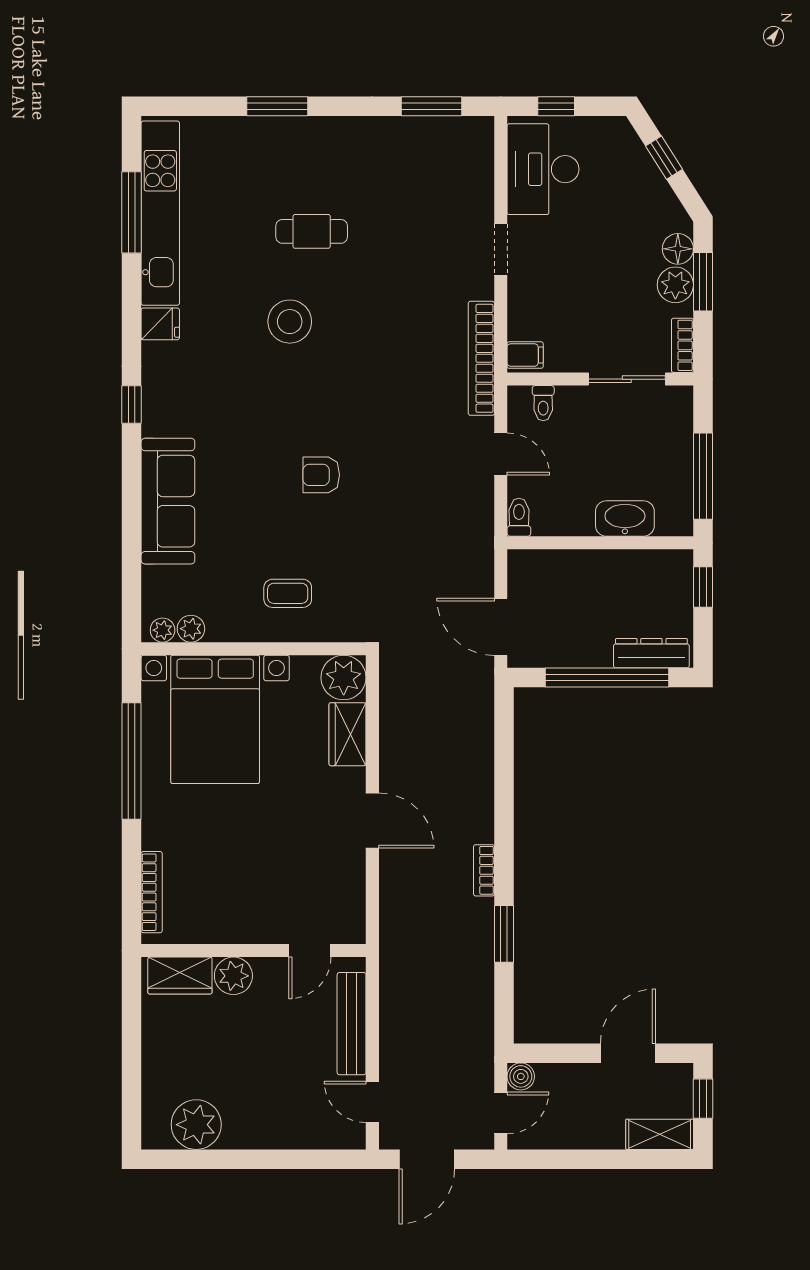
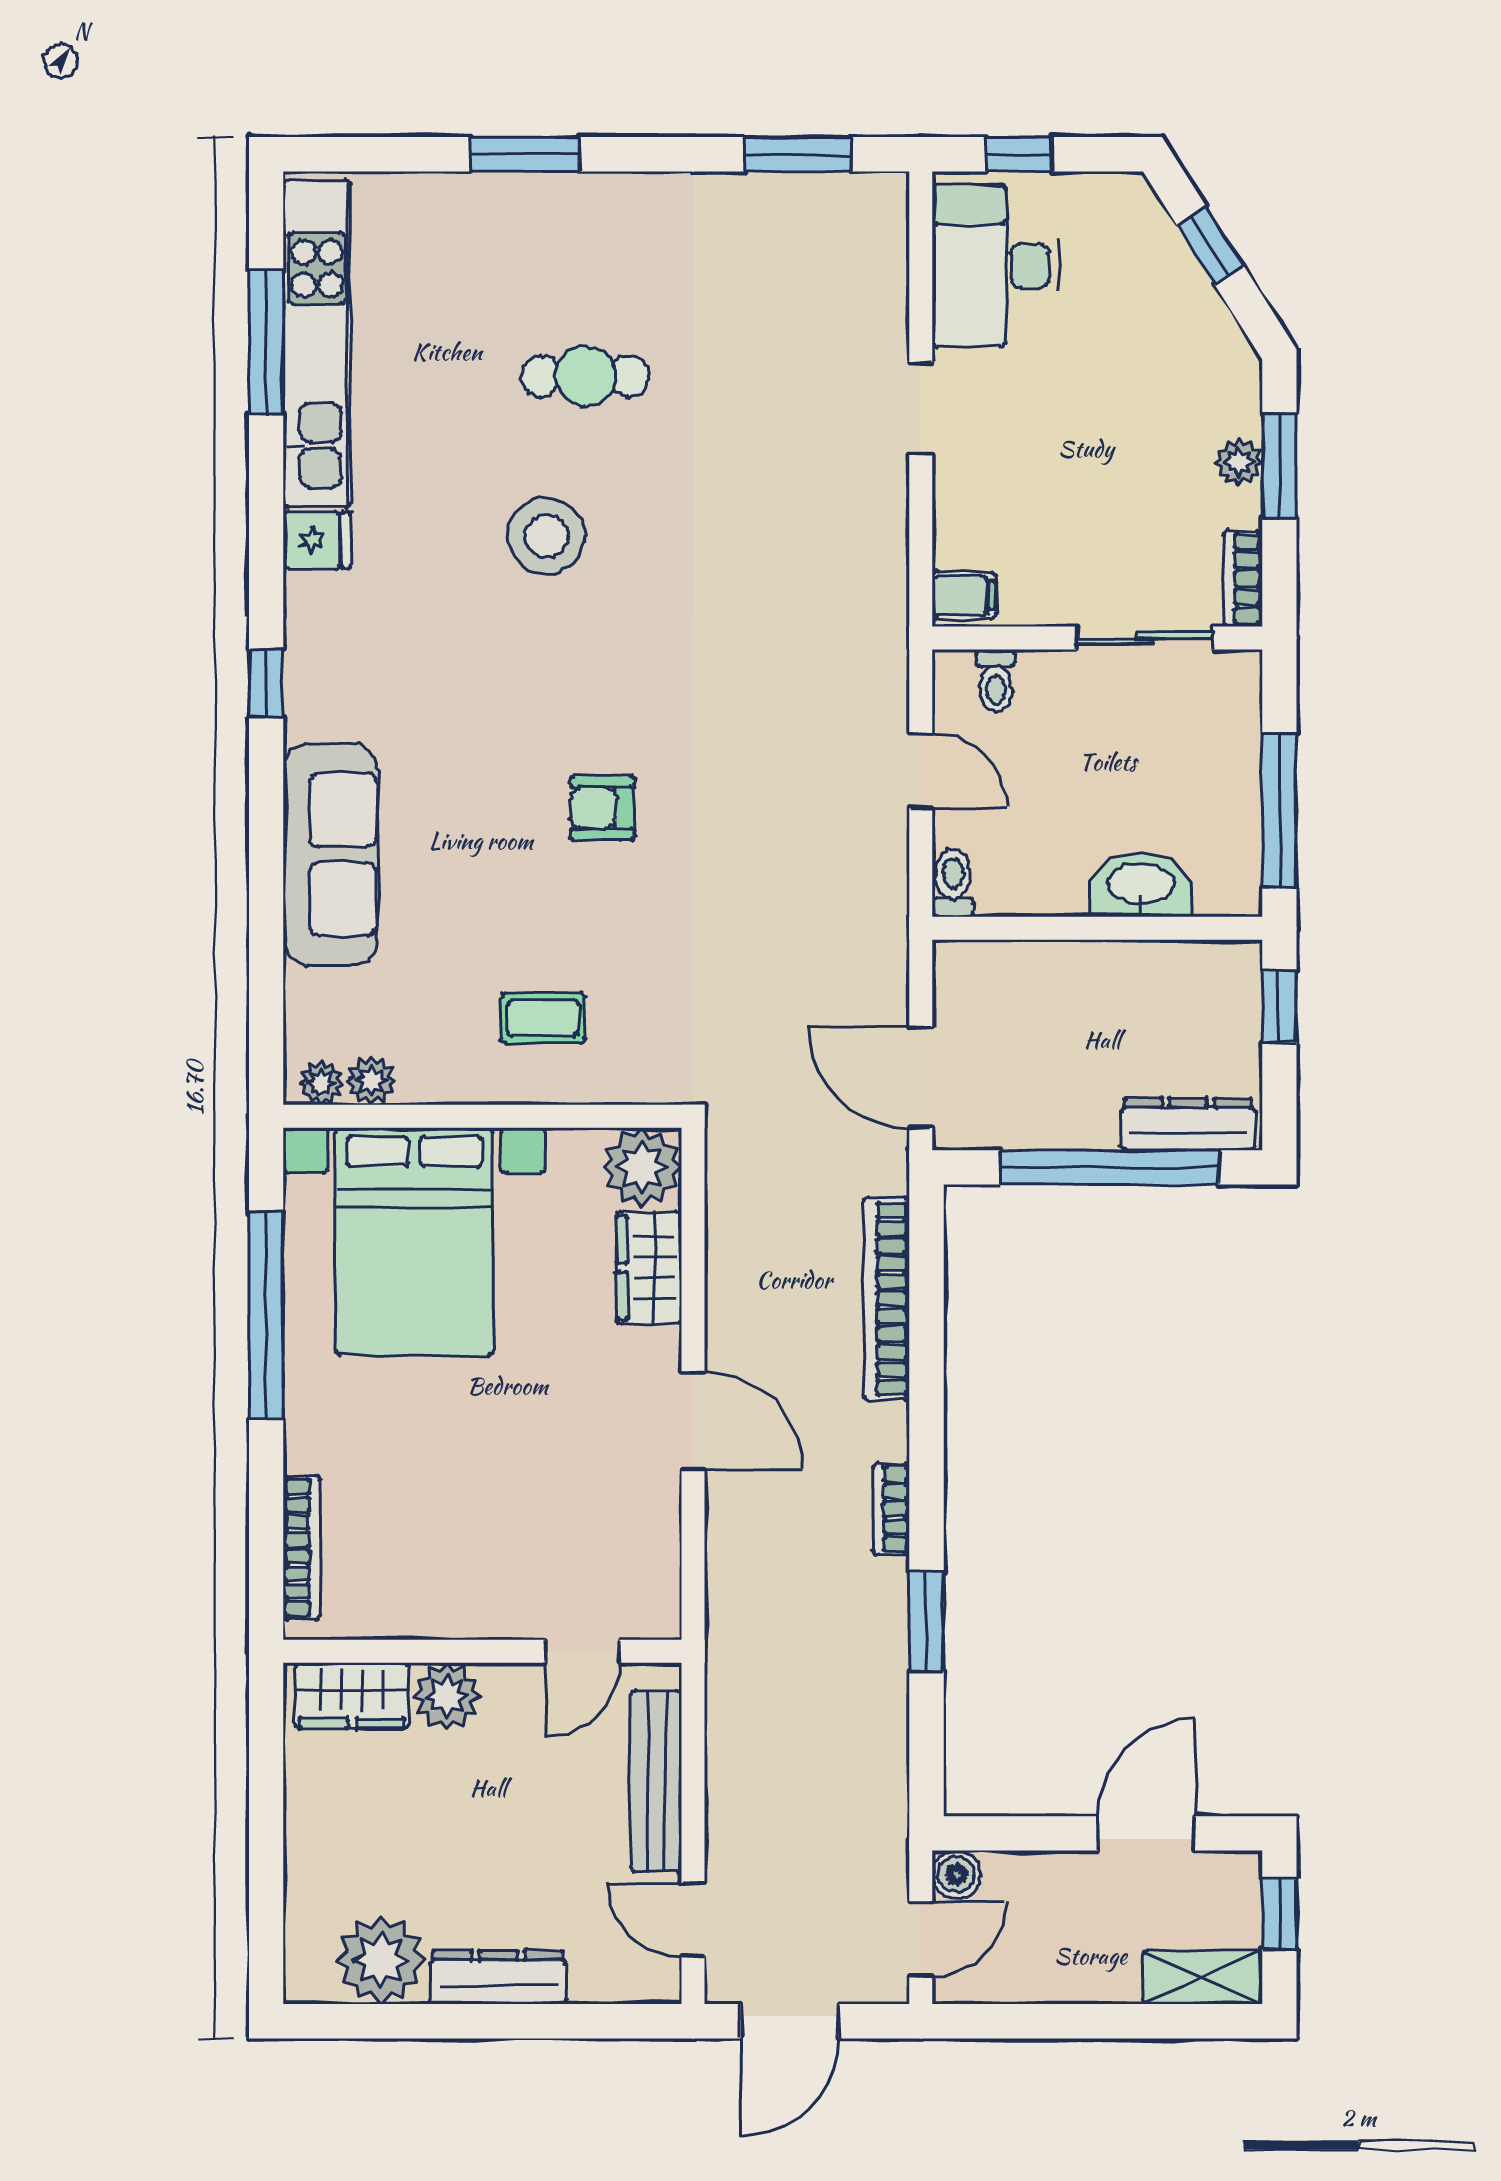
floor lamp: (678, 249) -> (1235, 407), removed
plant: (675, 285) -> (1239, 462), width x0.73, depth x0.73
bookcase: (481, 358) -> (886, 1299), moved
dresser: (262, 1134) -> (498, 1977), added

